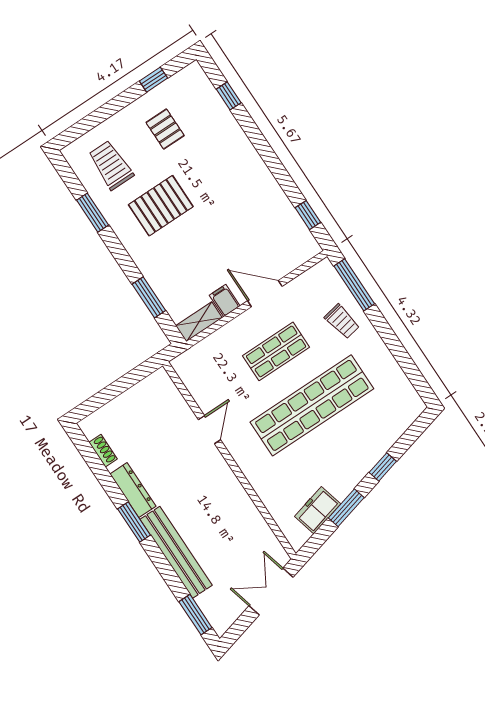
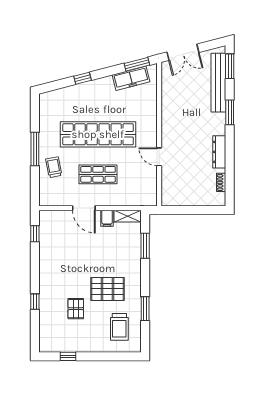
window: (229, 96) -> (35, 302), moved
pallet: (165, 129) -> (76, 309), moved
window: (354, 285) -> (35, 149), moved
door: (209, 430) -> (159, 157), hinge flipped
window: (346, 508) -> (137, 64), moved
freezer: (318, 510) -> (131, 78), width x1.40
window: (134, 522) -> (230, 112), moved
bench: (176, 552) -> (218, 83), moved

